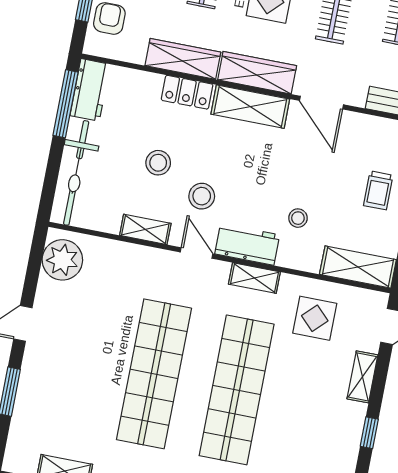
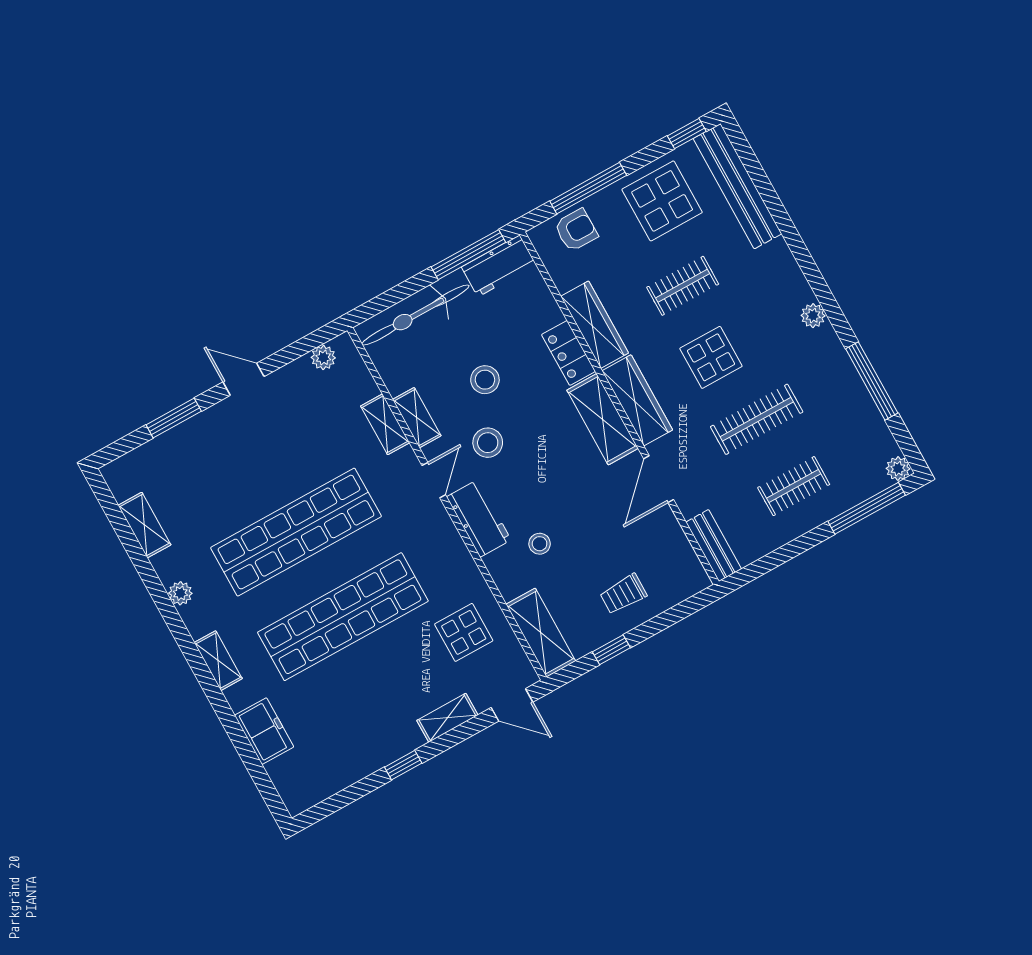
plant: (62, 260) -> (323, 358), width x0.53, depth x0.53
shelving: (254, 278) -> (385, 424), moved

